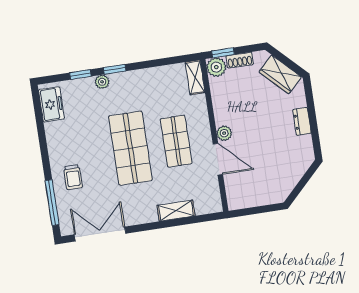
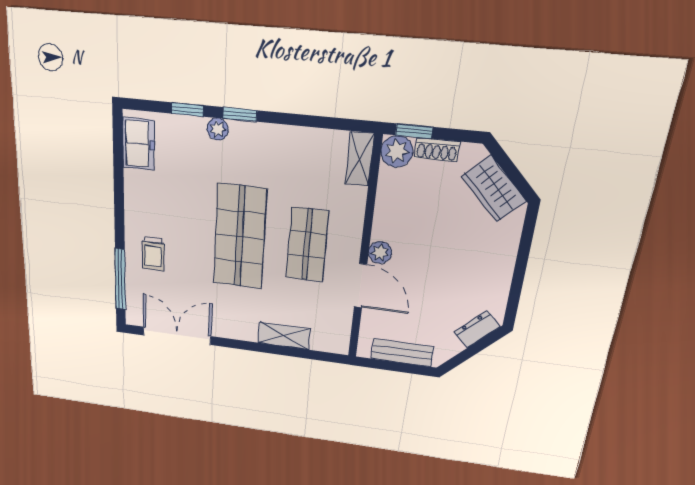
dresser: (302, 121) -> (477, 329), moved, turned 45
bench: (258, 198) -> (402, 353), added

